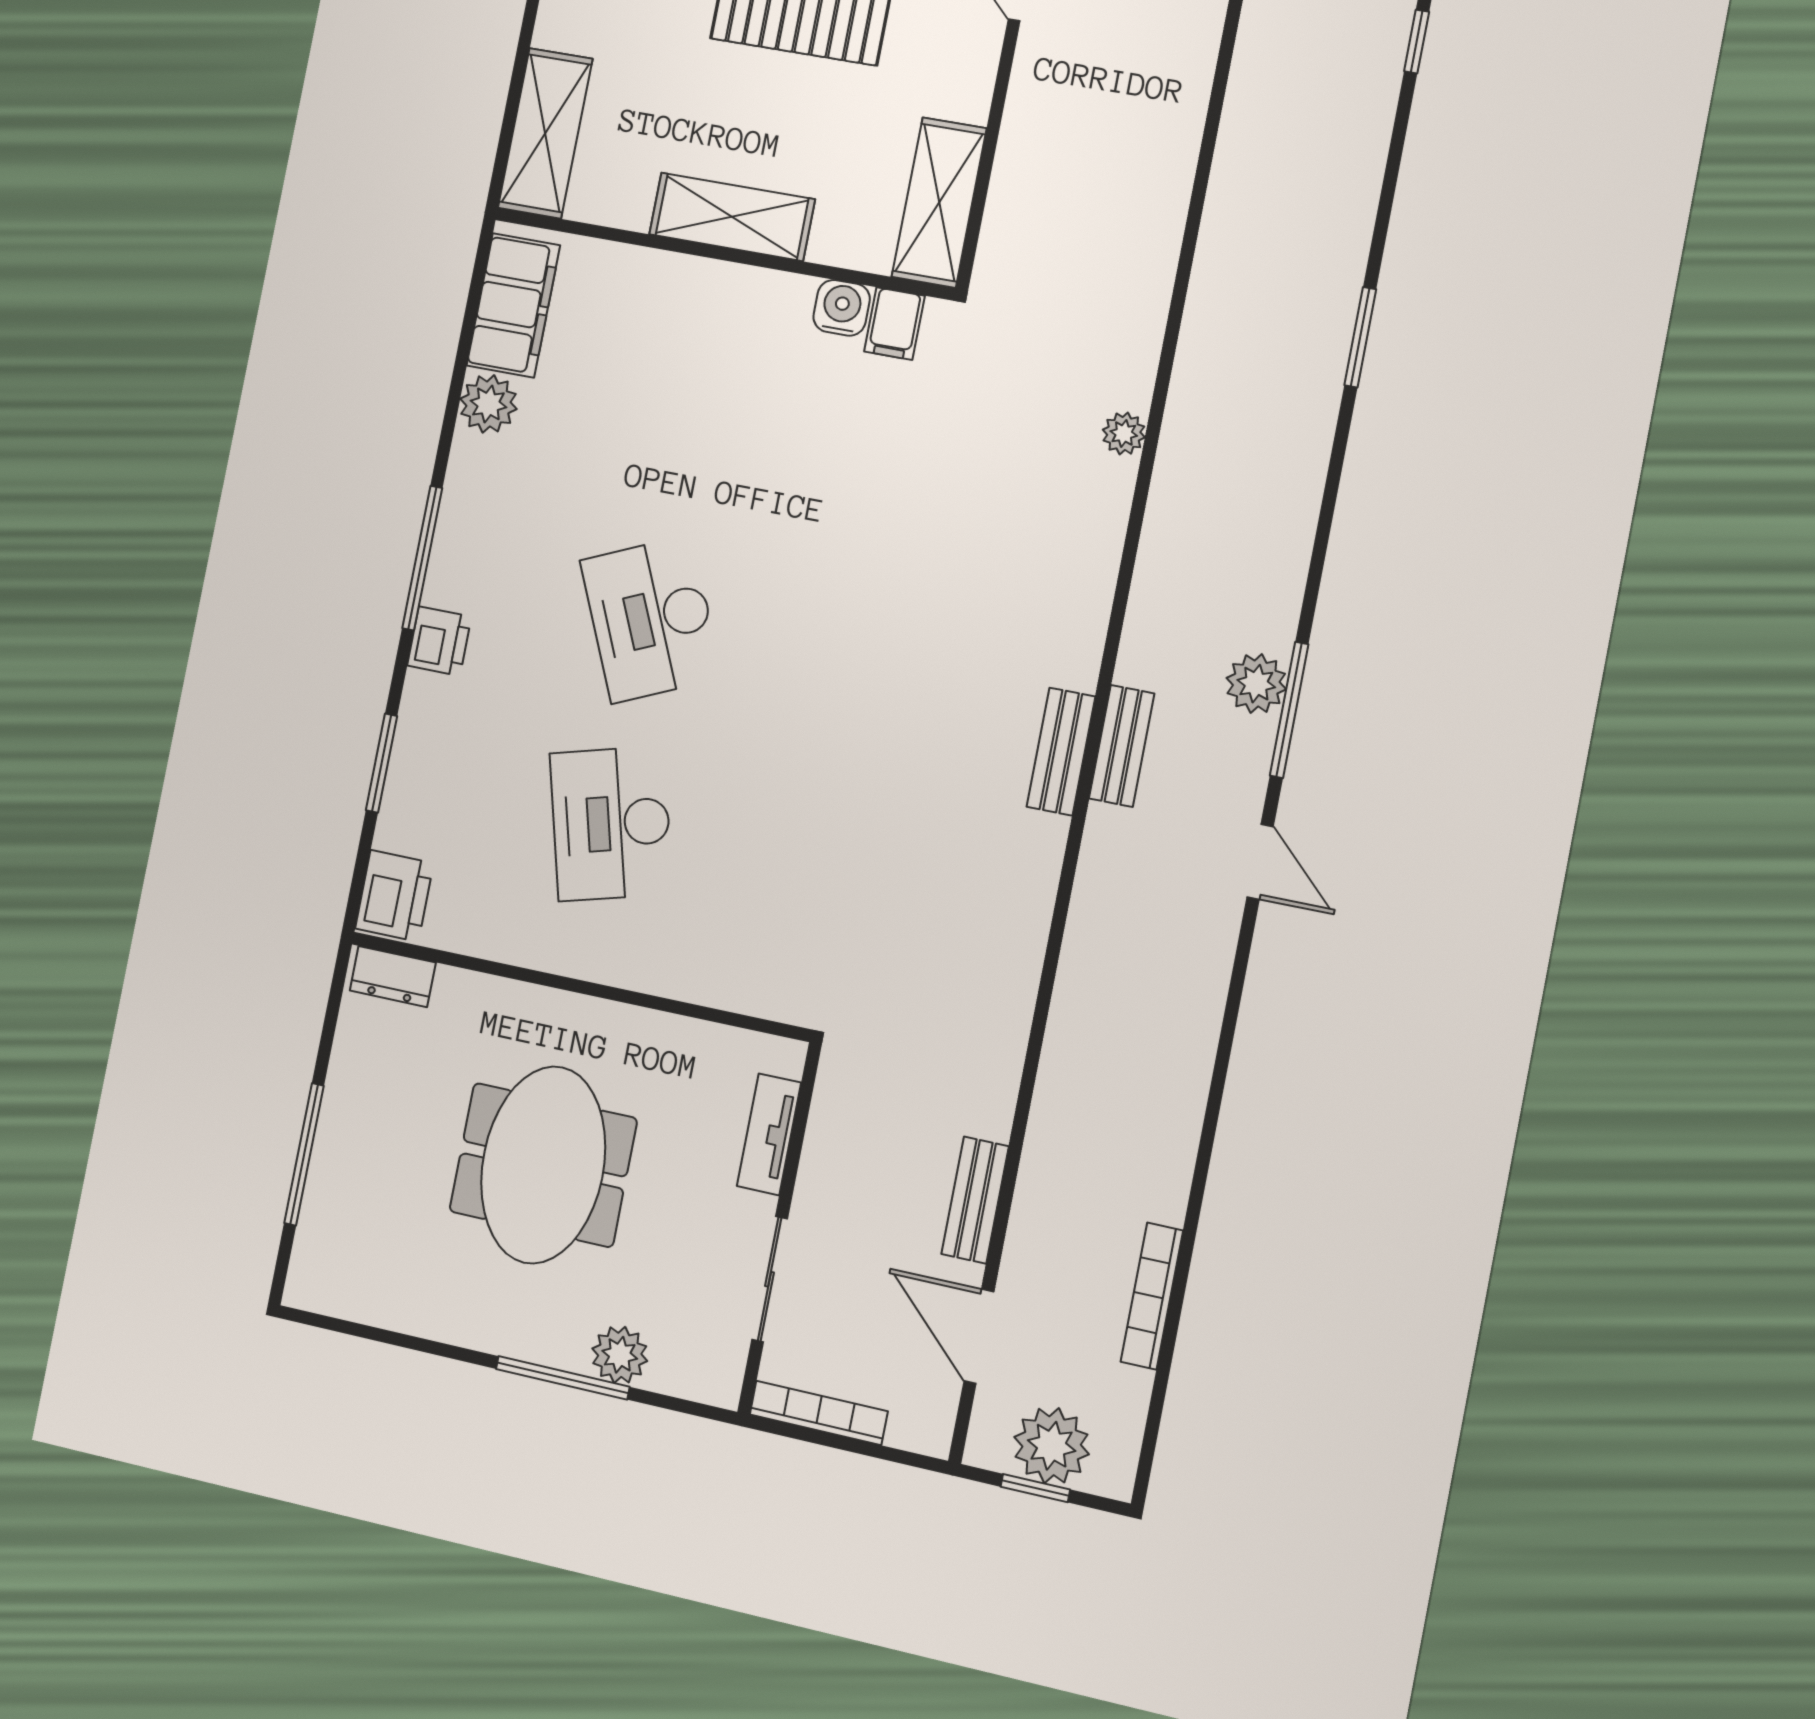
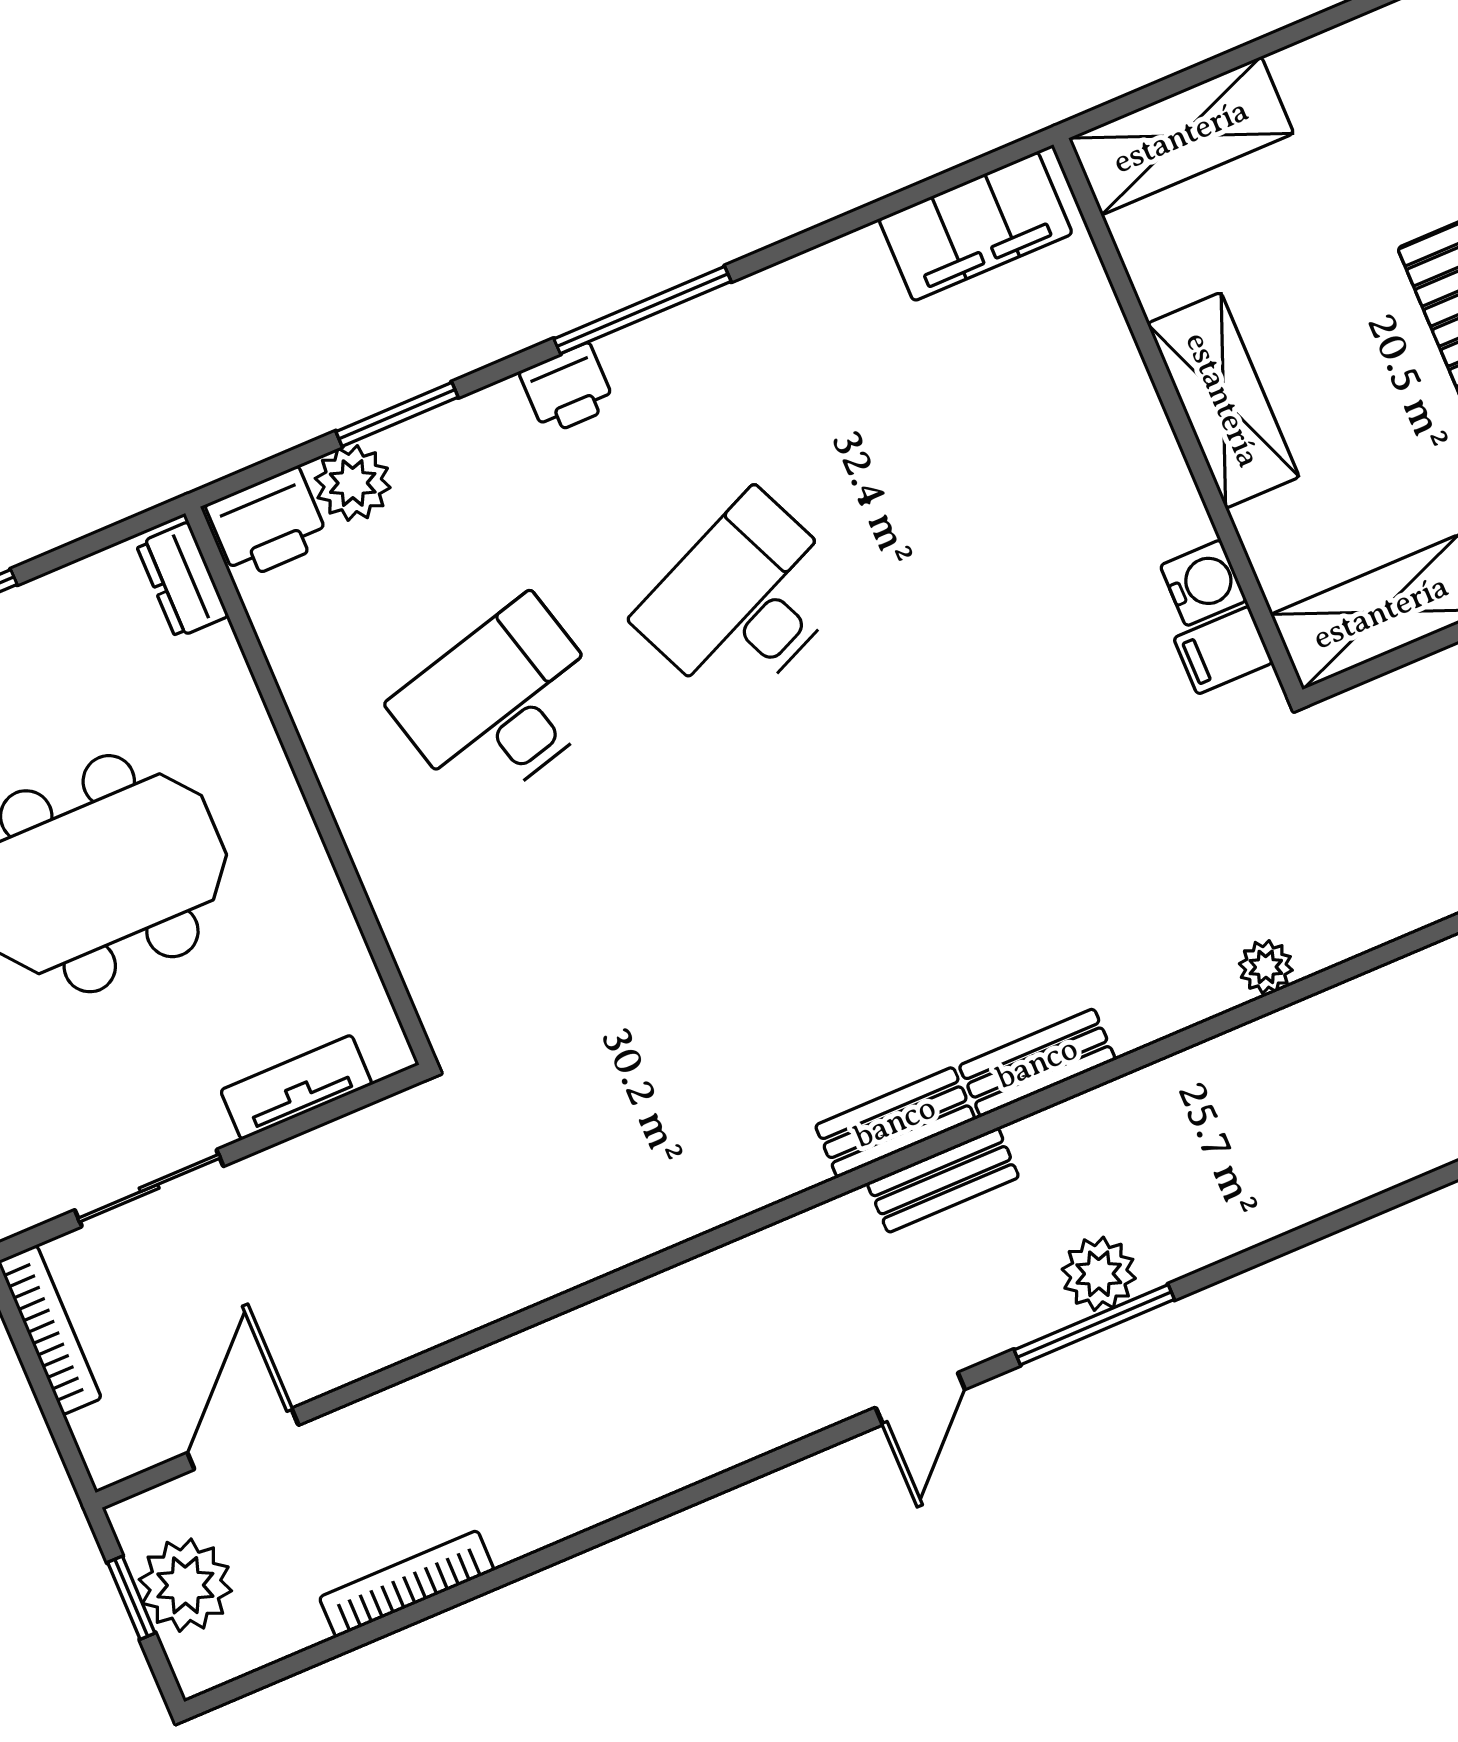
plant: (488, 404) -> (353, 483), moved
bench: (975, 1200) -> (1037, 1063), moved

